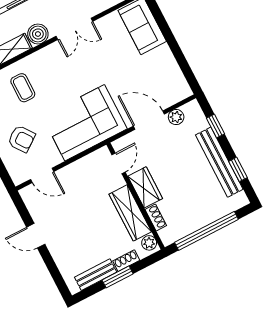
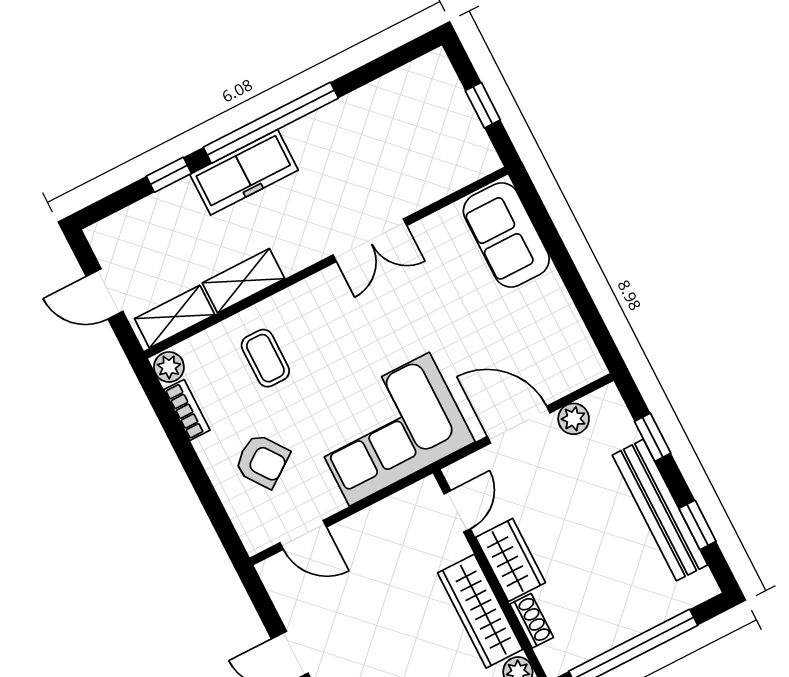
boiler: (38, 34) -> (296, 250), removed

